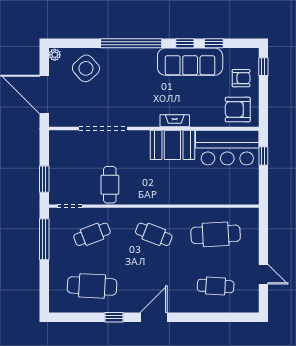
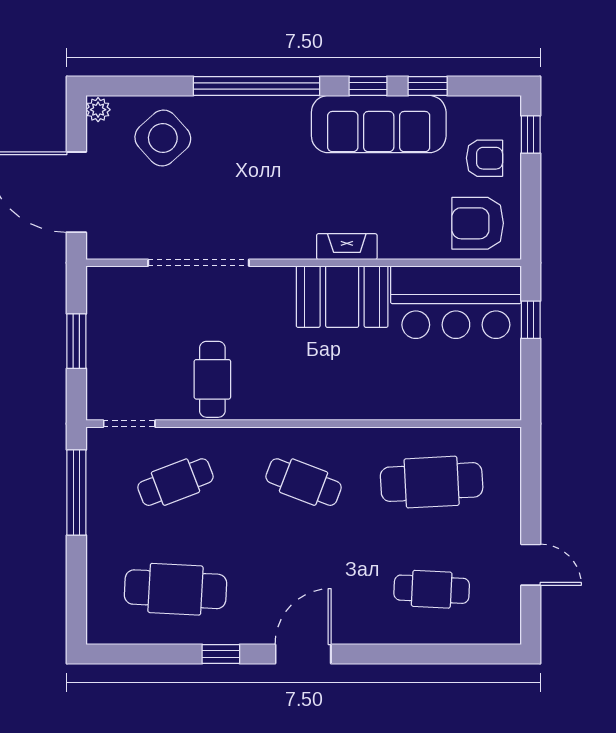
window: (44, 179) -> (76, 341), moved

